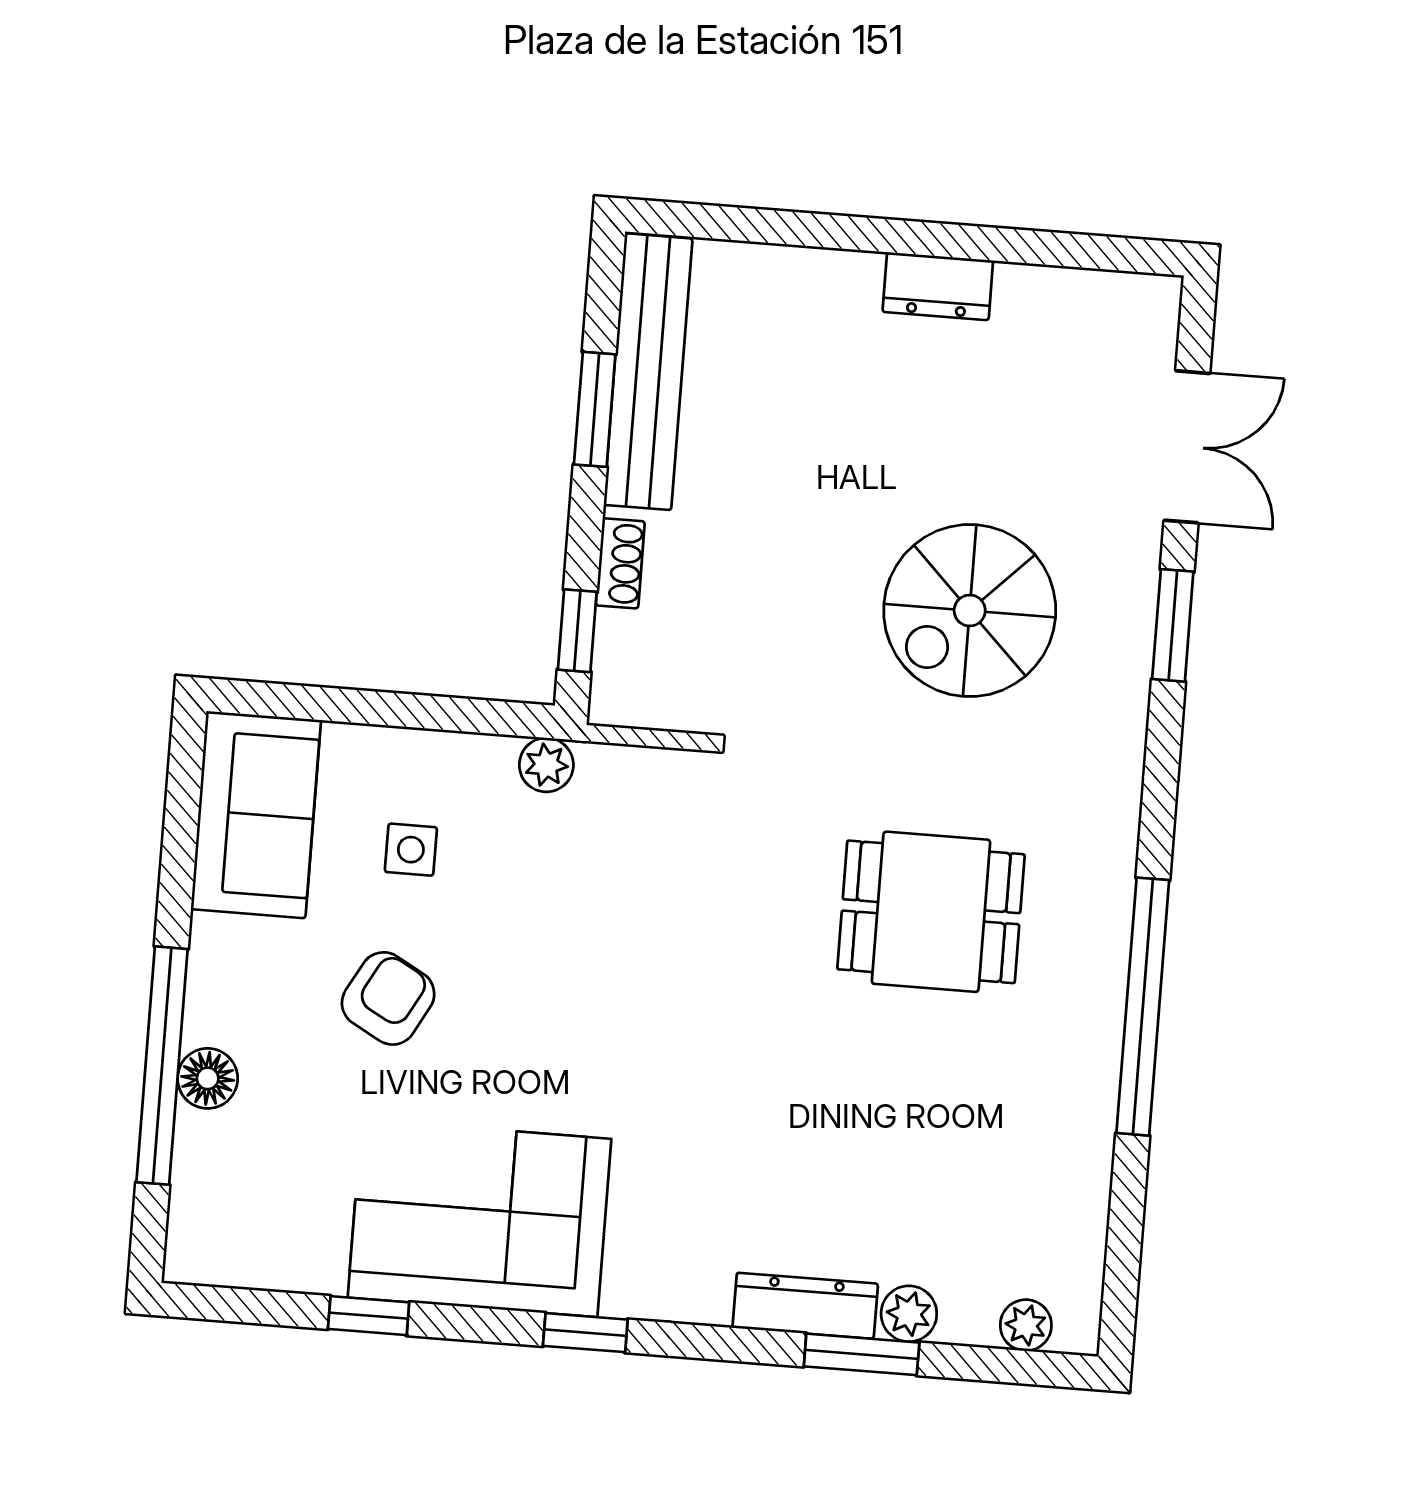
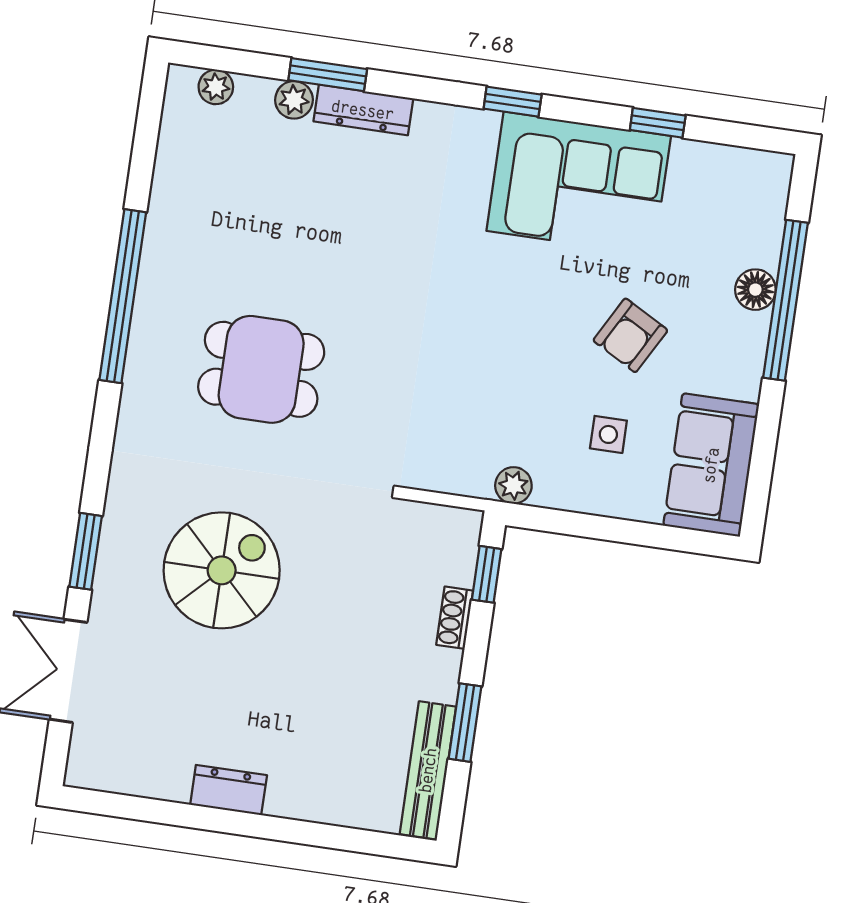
bench: (648, 372) -> (428, 770), width x0.73, depth x0.82

